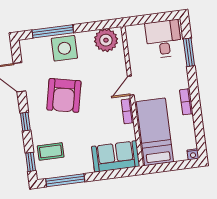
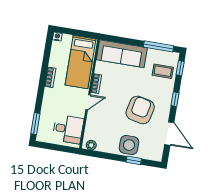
window: (53, 31) -> (134, 160), width x0.46
desk: (164, 39) -> (68, 129), moved, turned -90
plant: (106, 40) -> (91, 145), width x0.53, depth x0.53
window: (189, 52) -> (35, 124), moved
sofa: (116, 156) -> (122, 54), width x1.36

